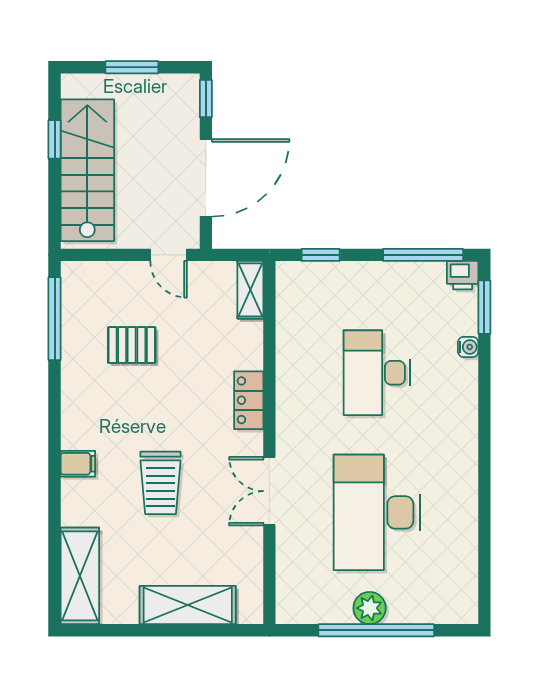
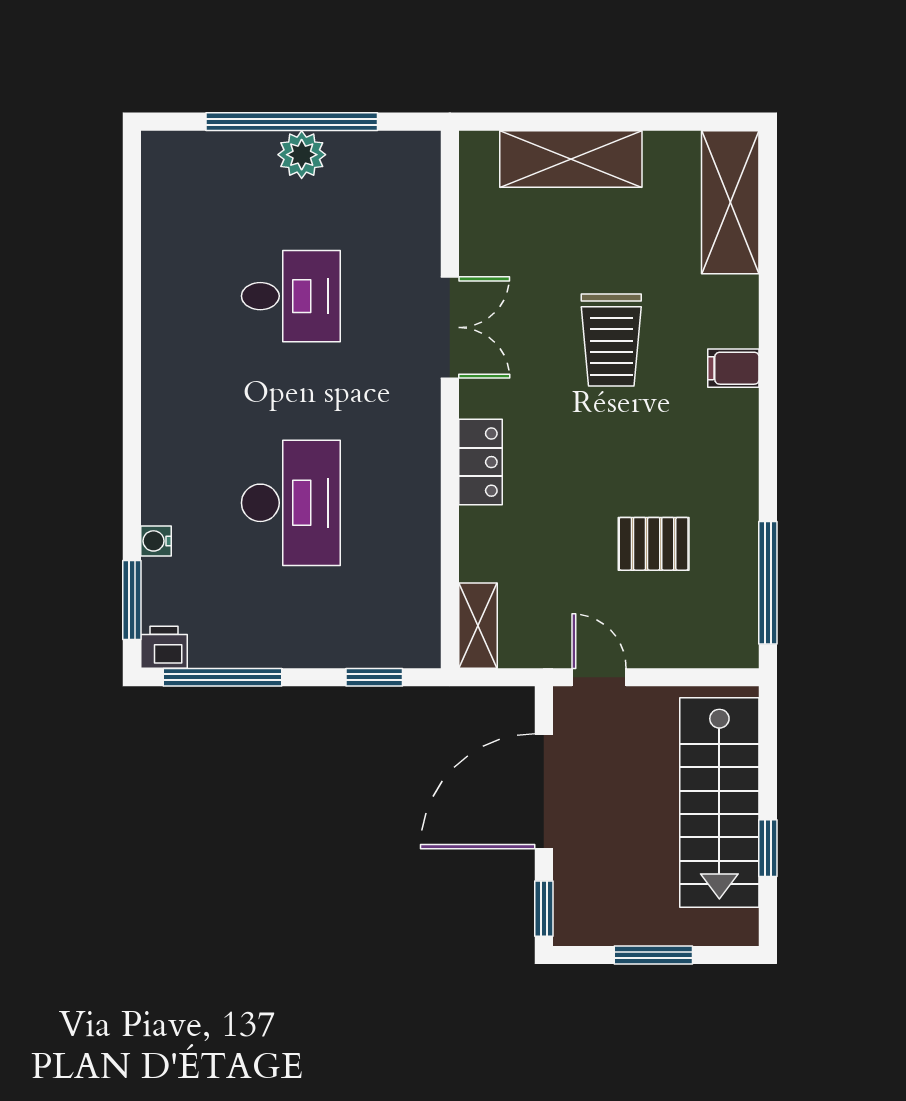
trolley: (160, 483) -> (611, 340), turned 180
desk: (377, 512) -> (291, 296), width x0.53, depth x0.77

